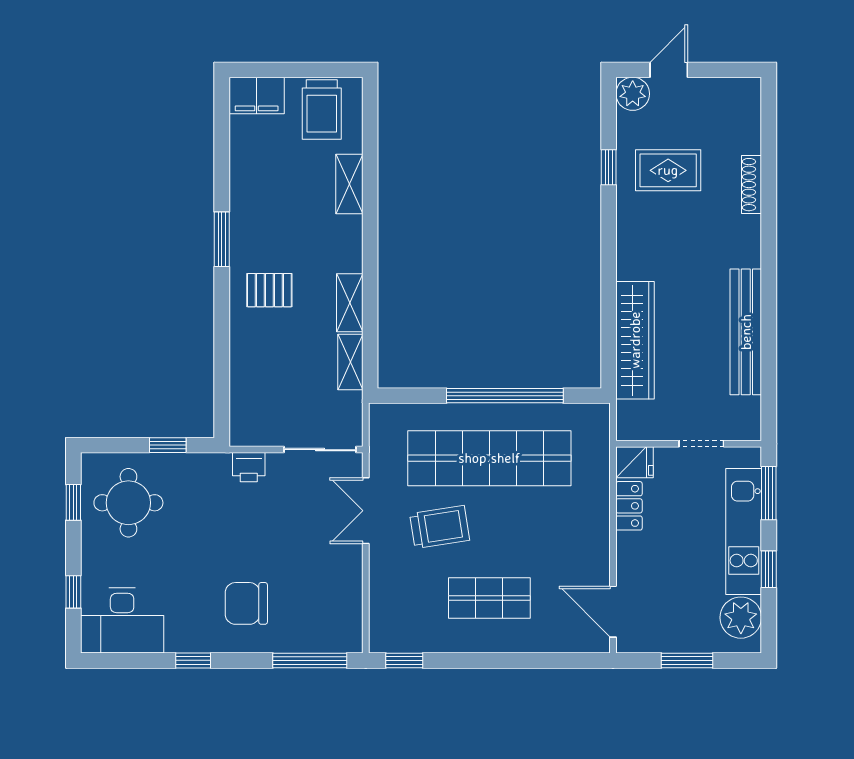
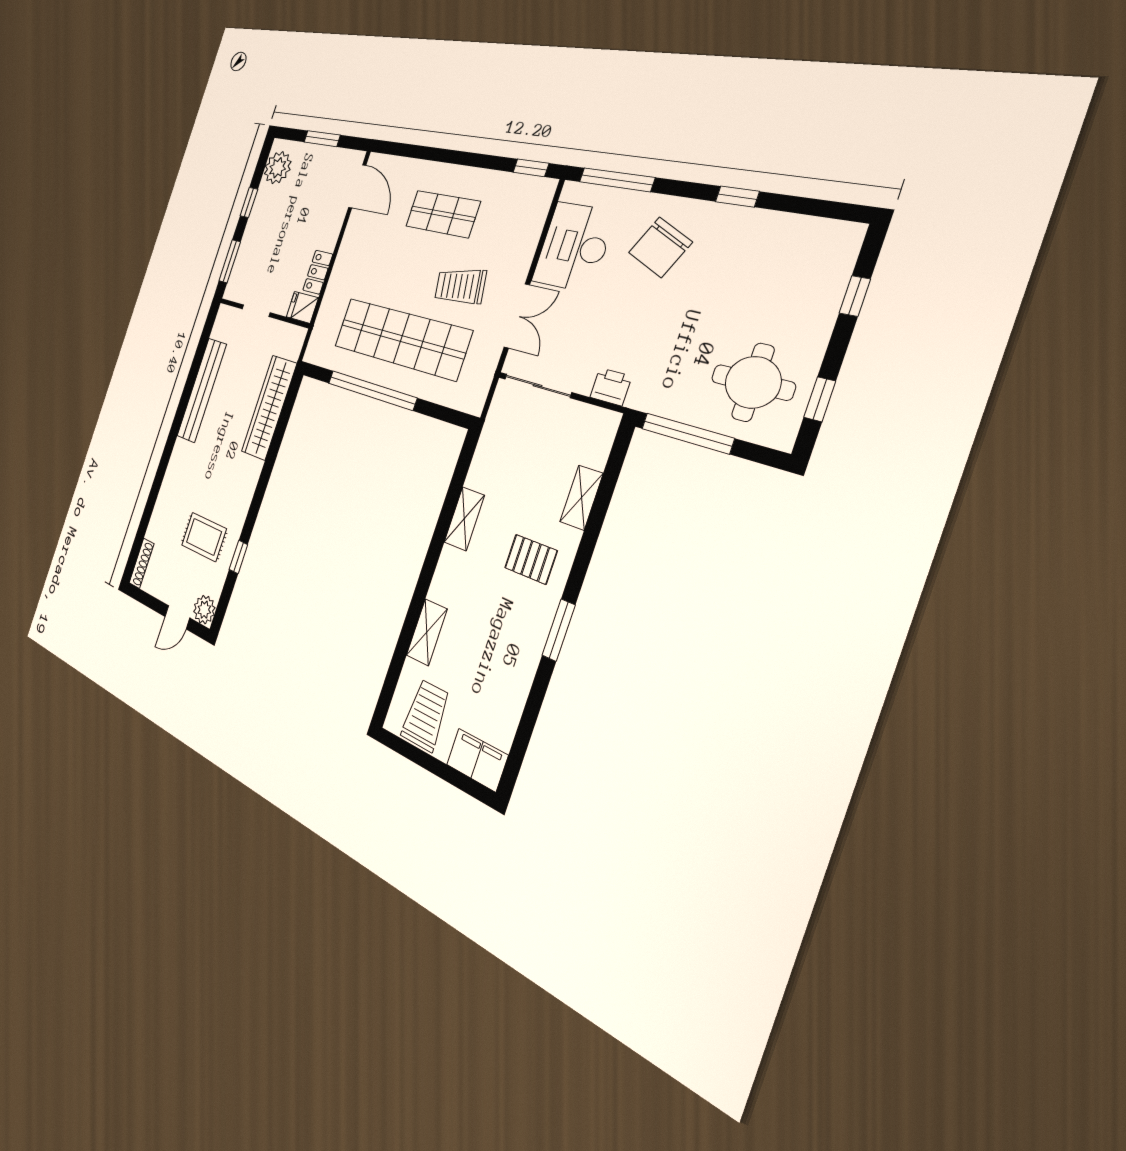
shoe rack: (752, 185) -> (142, 563), moved
shelving: (350, 362) -> (581, 498), moved
window: (168, 445) -> (687, 433), width x2.17
kitchen unit: (744, 532) -> (254, 235), removed
chair: (246, 603) -> (660, 247), turned 115
desk: (122, 621) -> (574, 247), moved, turned -90

